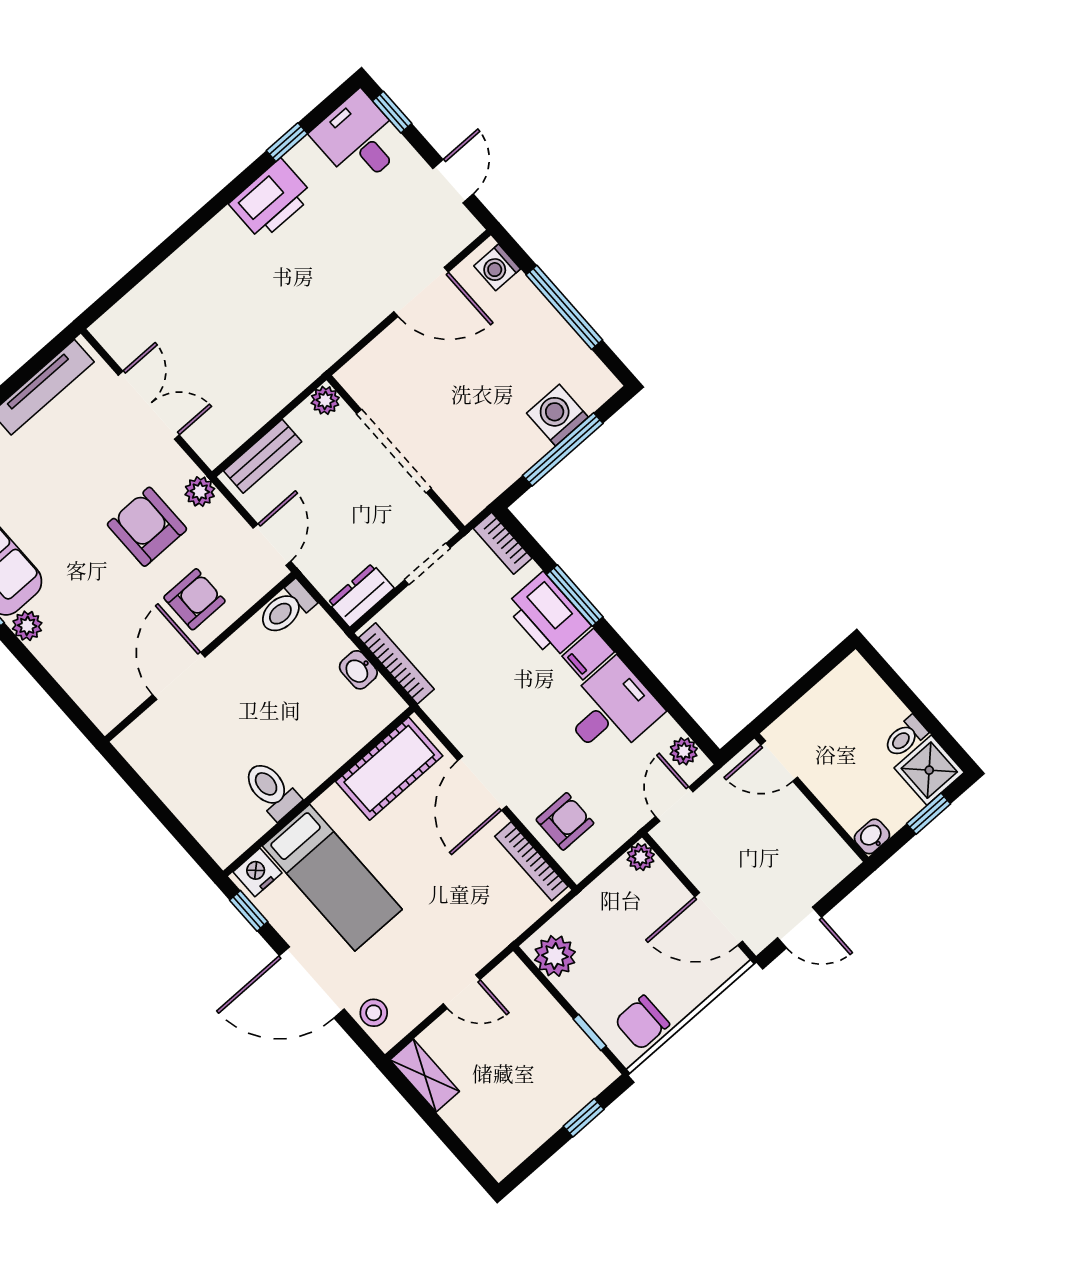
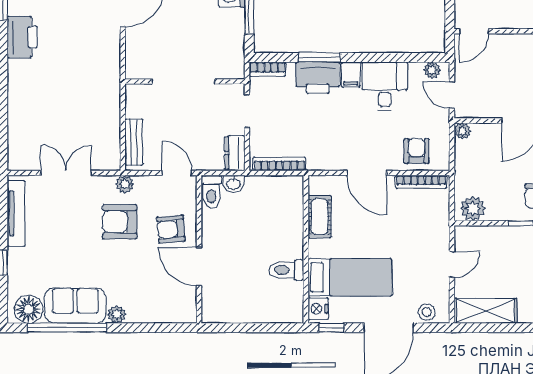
plant: (325, 400) -> (133, 92), removed
armchair: (194, 599) -> (171, 229), turned -95
washbasin: (358, 670) -> (234, 184), moved
cot: (389, 769) -> (320, 217), width x0.73, depth x0.75
shelving: (425, 1076) -> (485, 311), width x1.50, depth x1.33

